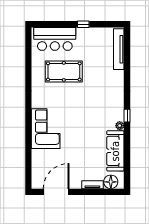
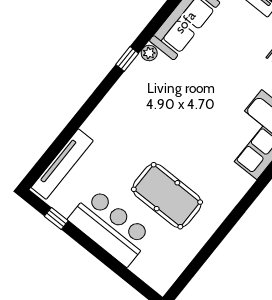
window: (83, 24) -> (56, 219), moved
bar counter: (55, 39) -> (110, 227), moved

